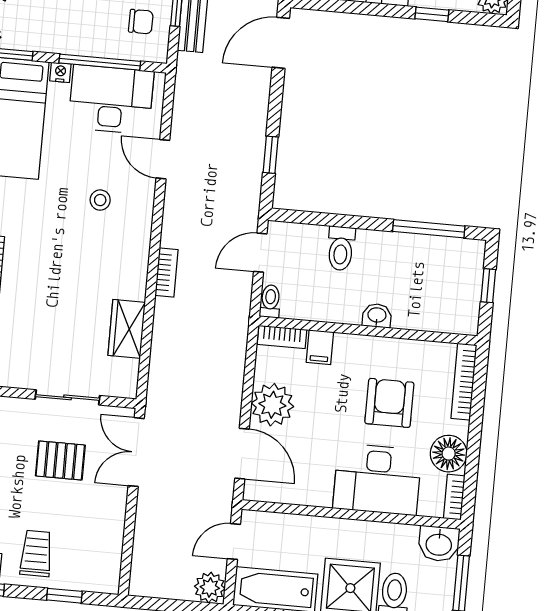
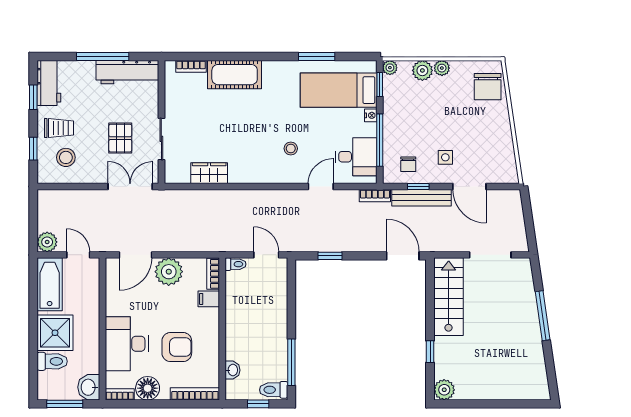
desk: (111, 100) -> (356, 157), width x0.73
toilet: (341, 248) -> (274, 390), moved
bookcase: (167, 273) -> (375, 196), moved
washbasin: (377, 316) -> (232, 370), moved
stool: (82, 547) -> (66, 157), added

